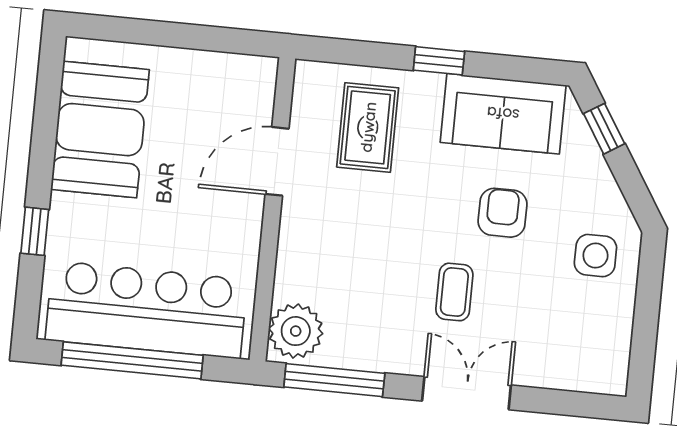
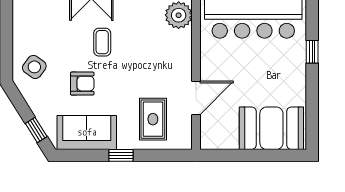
booth: (100, 130) -> (271, 128), moved, turned 90
armchair: (502, 213) -> (82, 84), turned -90
side table: (595, 256) -> (34, 67), turned 36

